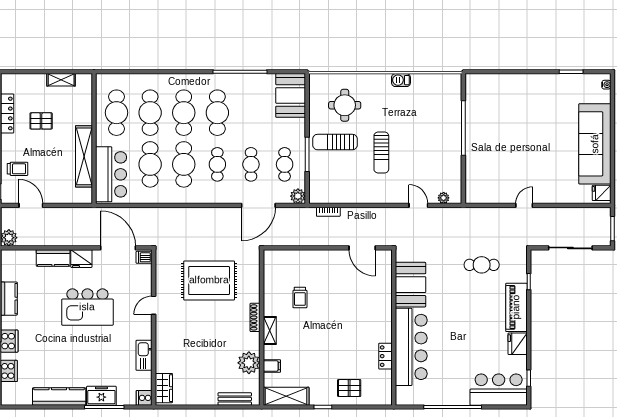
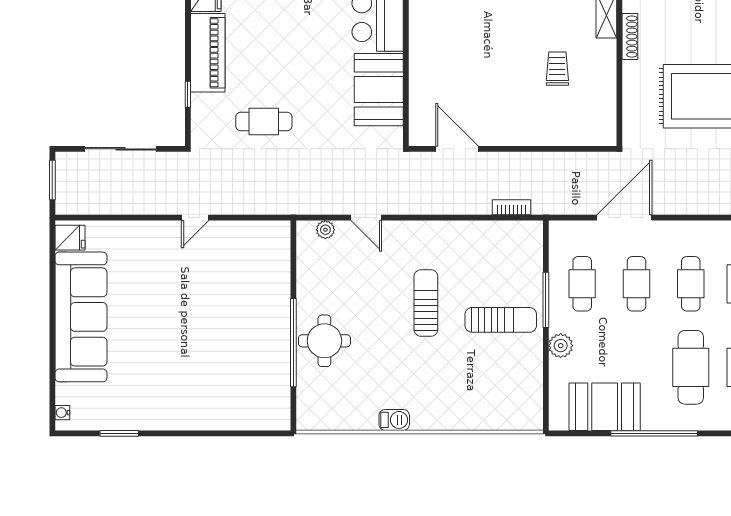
booth: (291, 95) -> (605, 407), moved, turned 90
round table: (345, 105) -> (324, 341), moved
plant: (298, 196) -> (561, 346), moved

